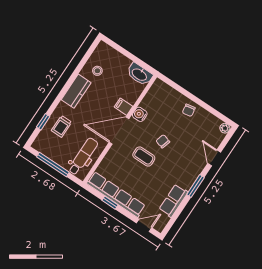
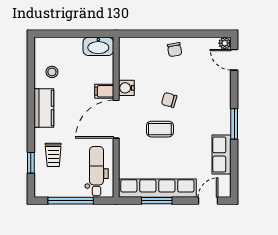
door: (214, 158) -> (234, 60), moved
window: (110, 203) -> (157, 201), width x1.50

